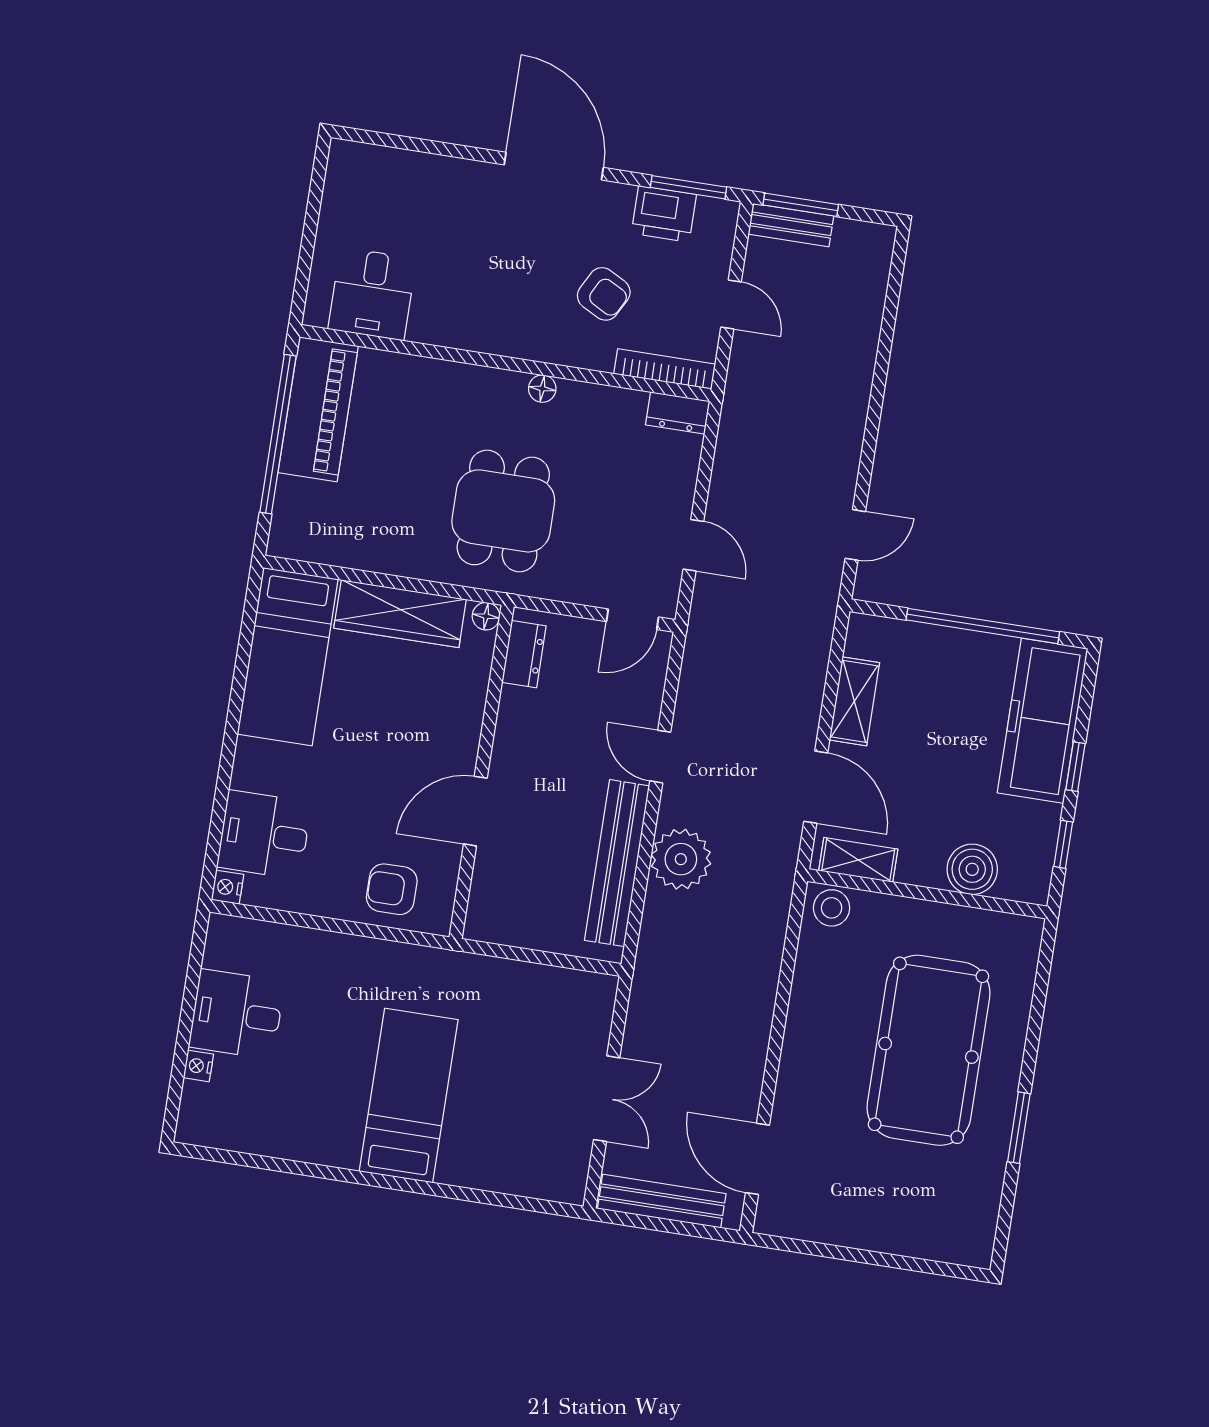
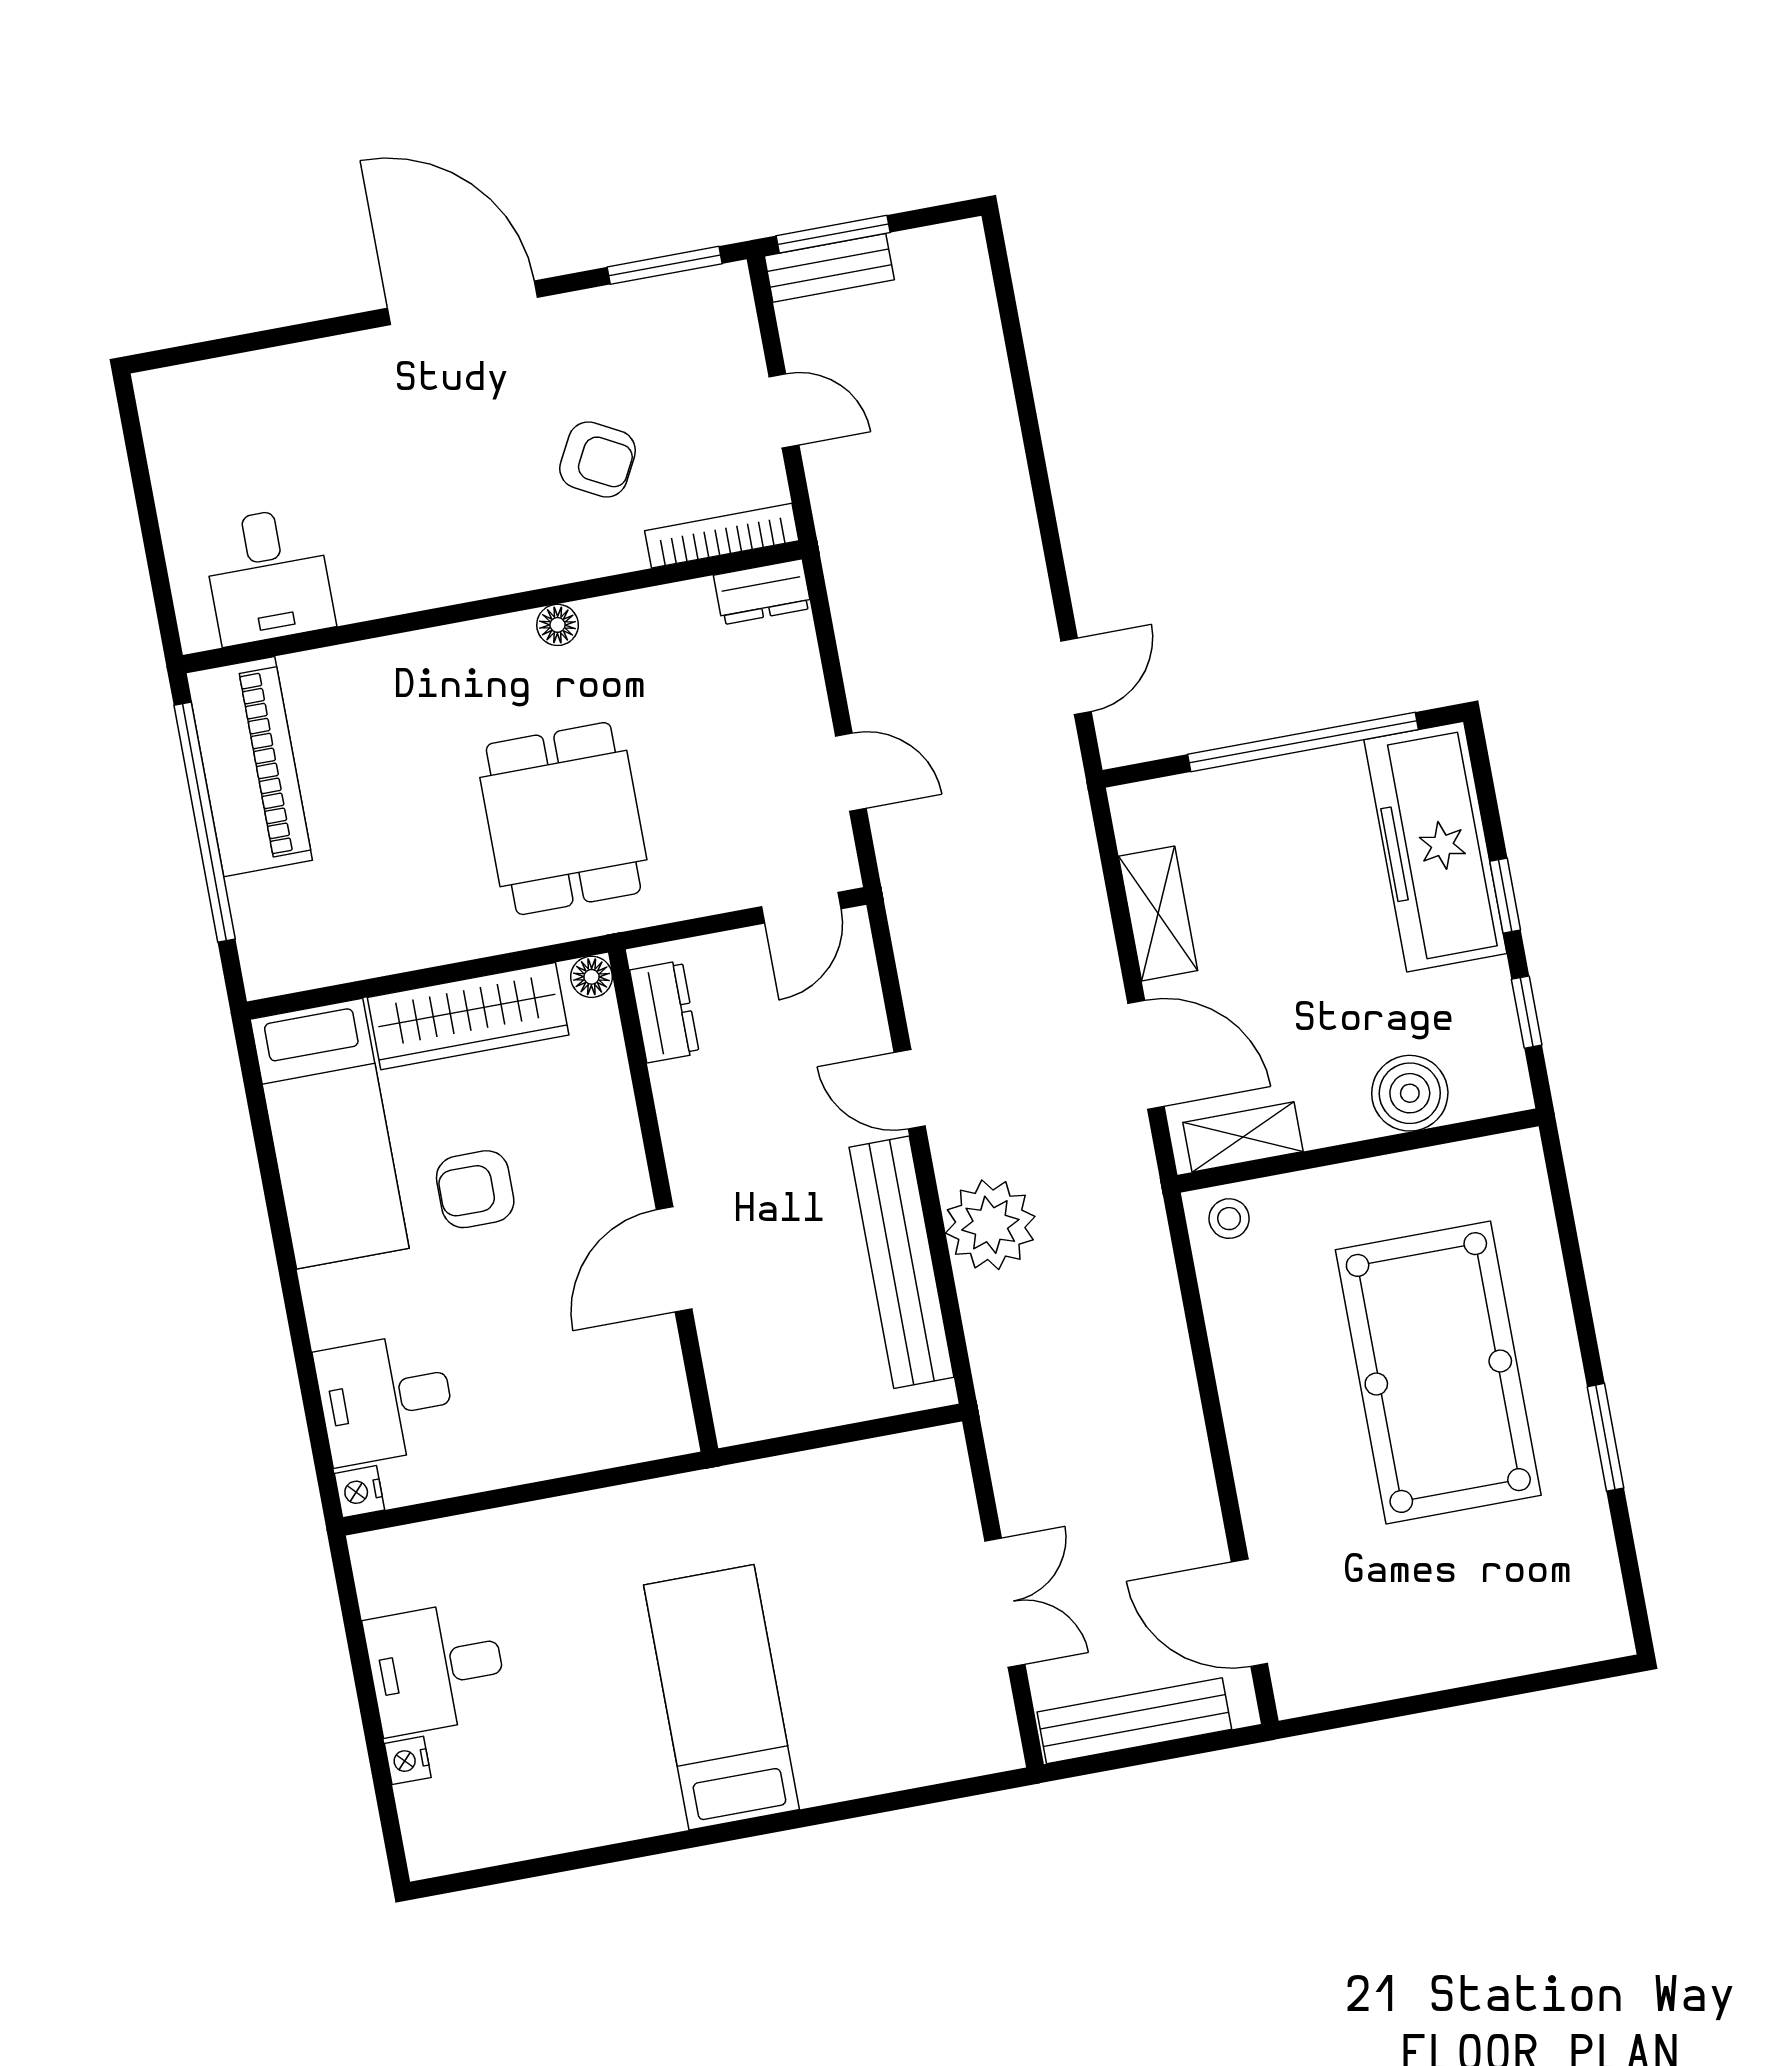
printer: (664, 214) -> (643, 316), removed
armchair: (392, 889) -> (475, 1189), moved
stool: (832, 908) -> (1229, 1219), width x0.73, depth x0.73

